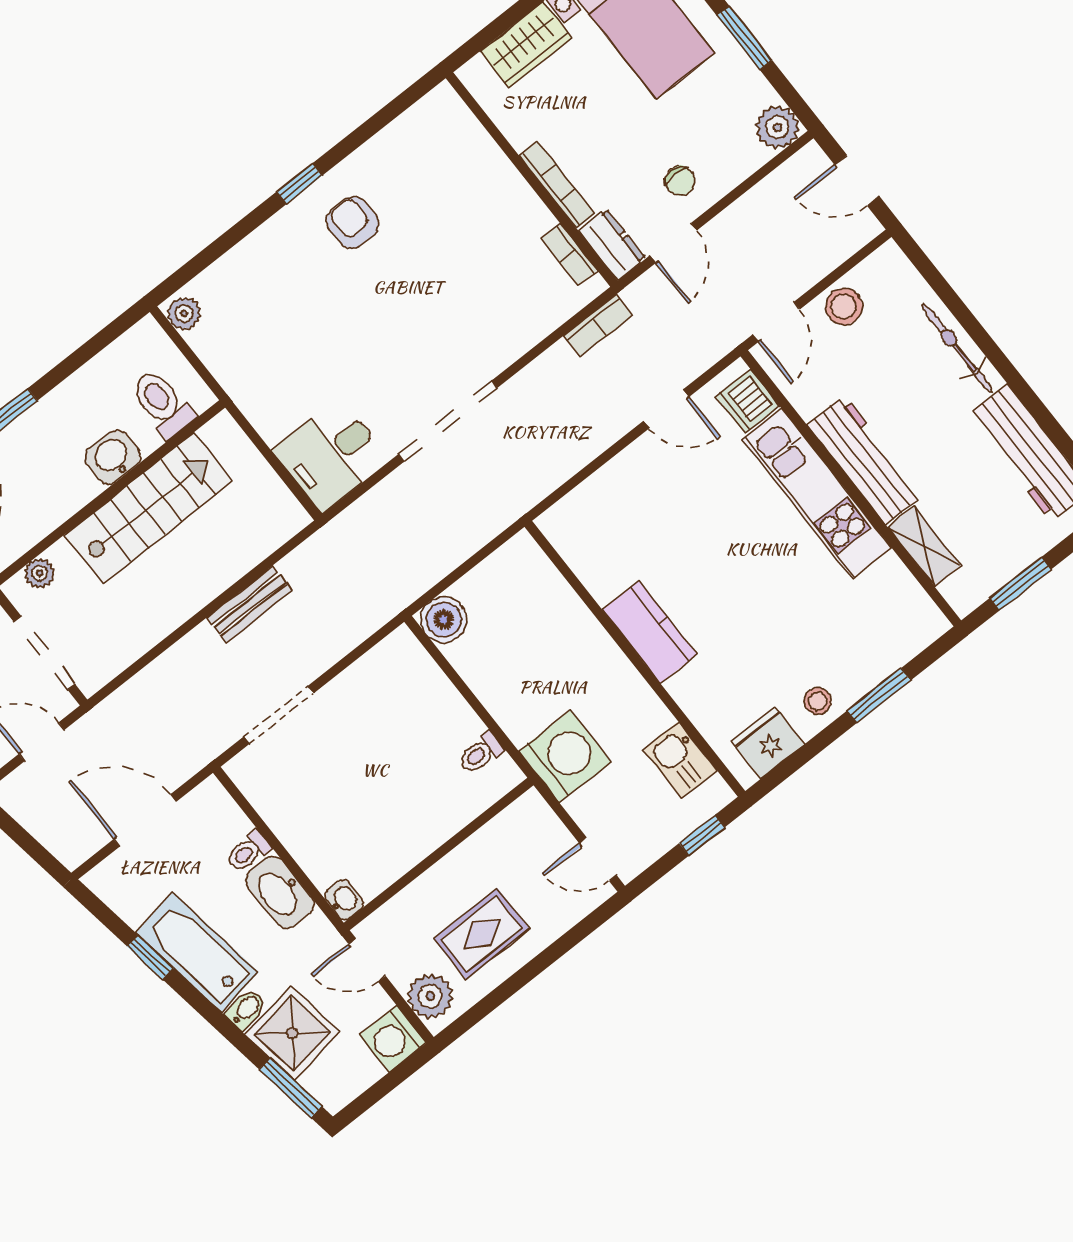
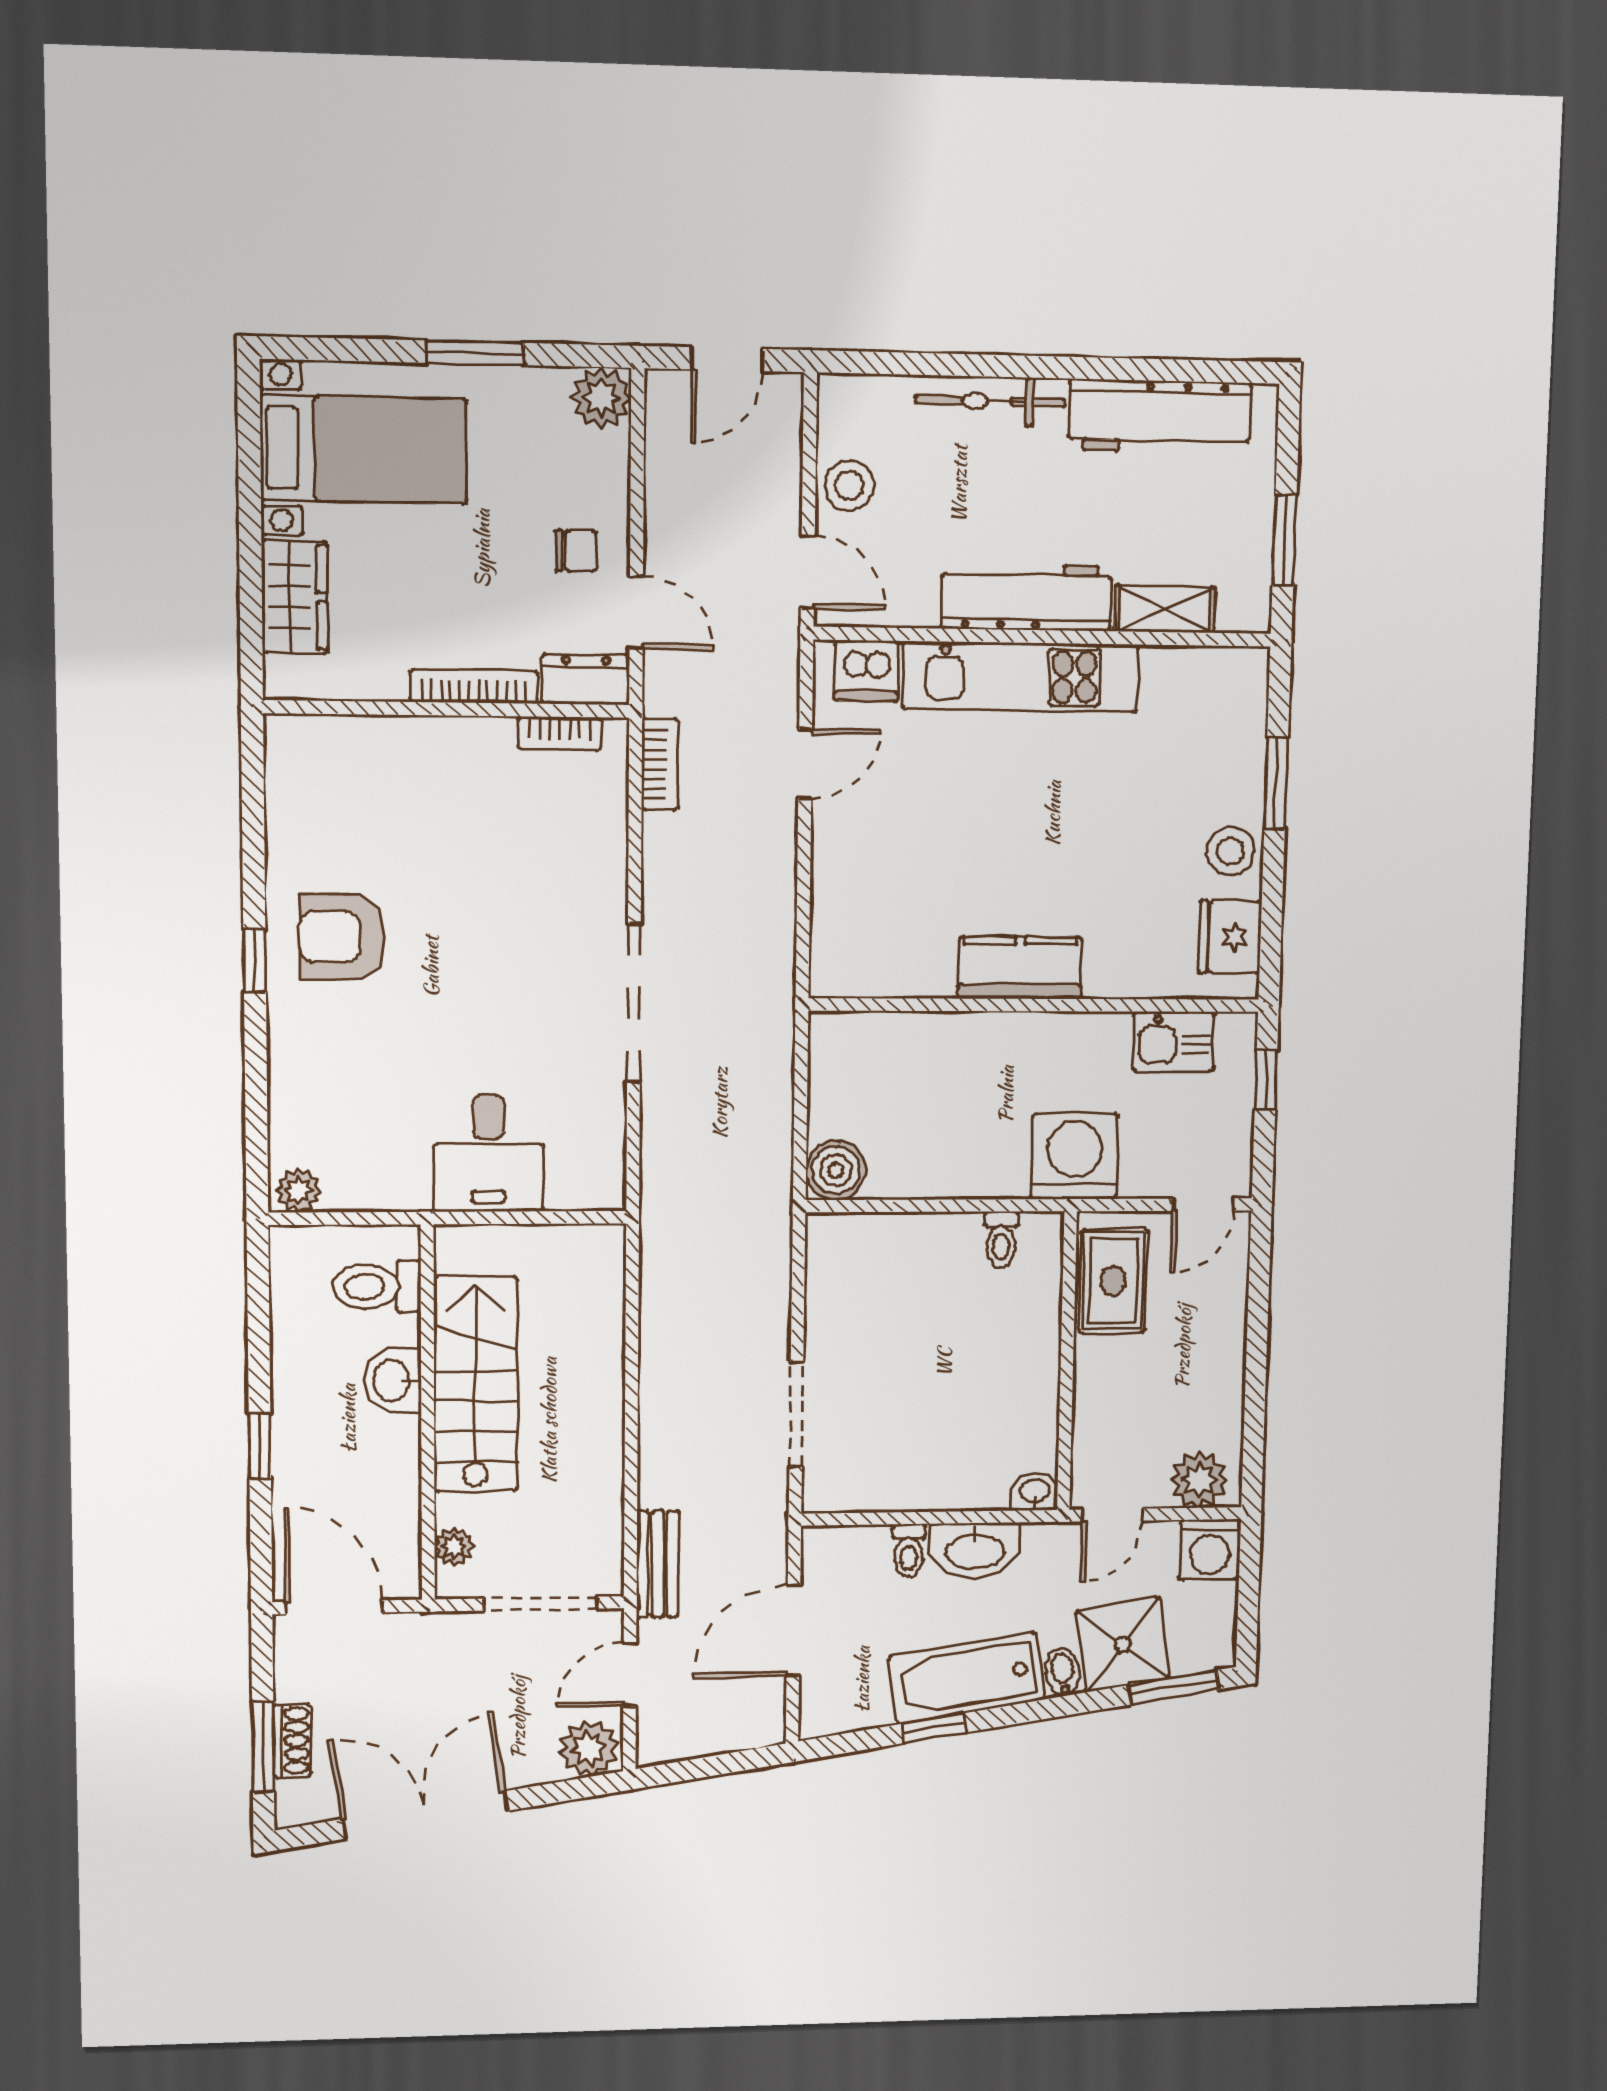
armchair: (353, 222) -> (342, 937), width x1.38, depth x1.38
desk: (331, 455) -> (488, 1153), moved
bench: (249, 604) -> (658, 1564), moved
stool: (818, 701) -> (1230, 851), width x1.37, depth x1.37
rug: (482, 934) -> (1113, 1281), moved

